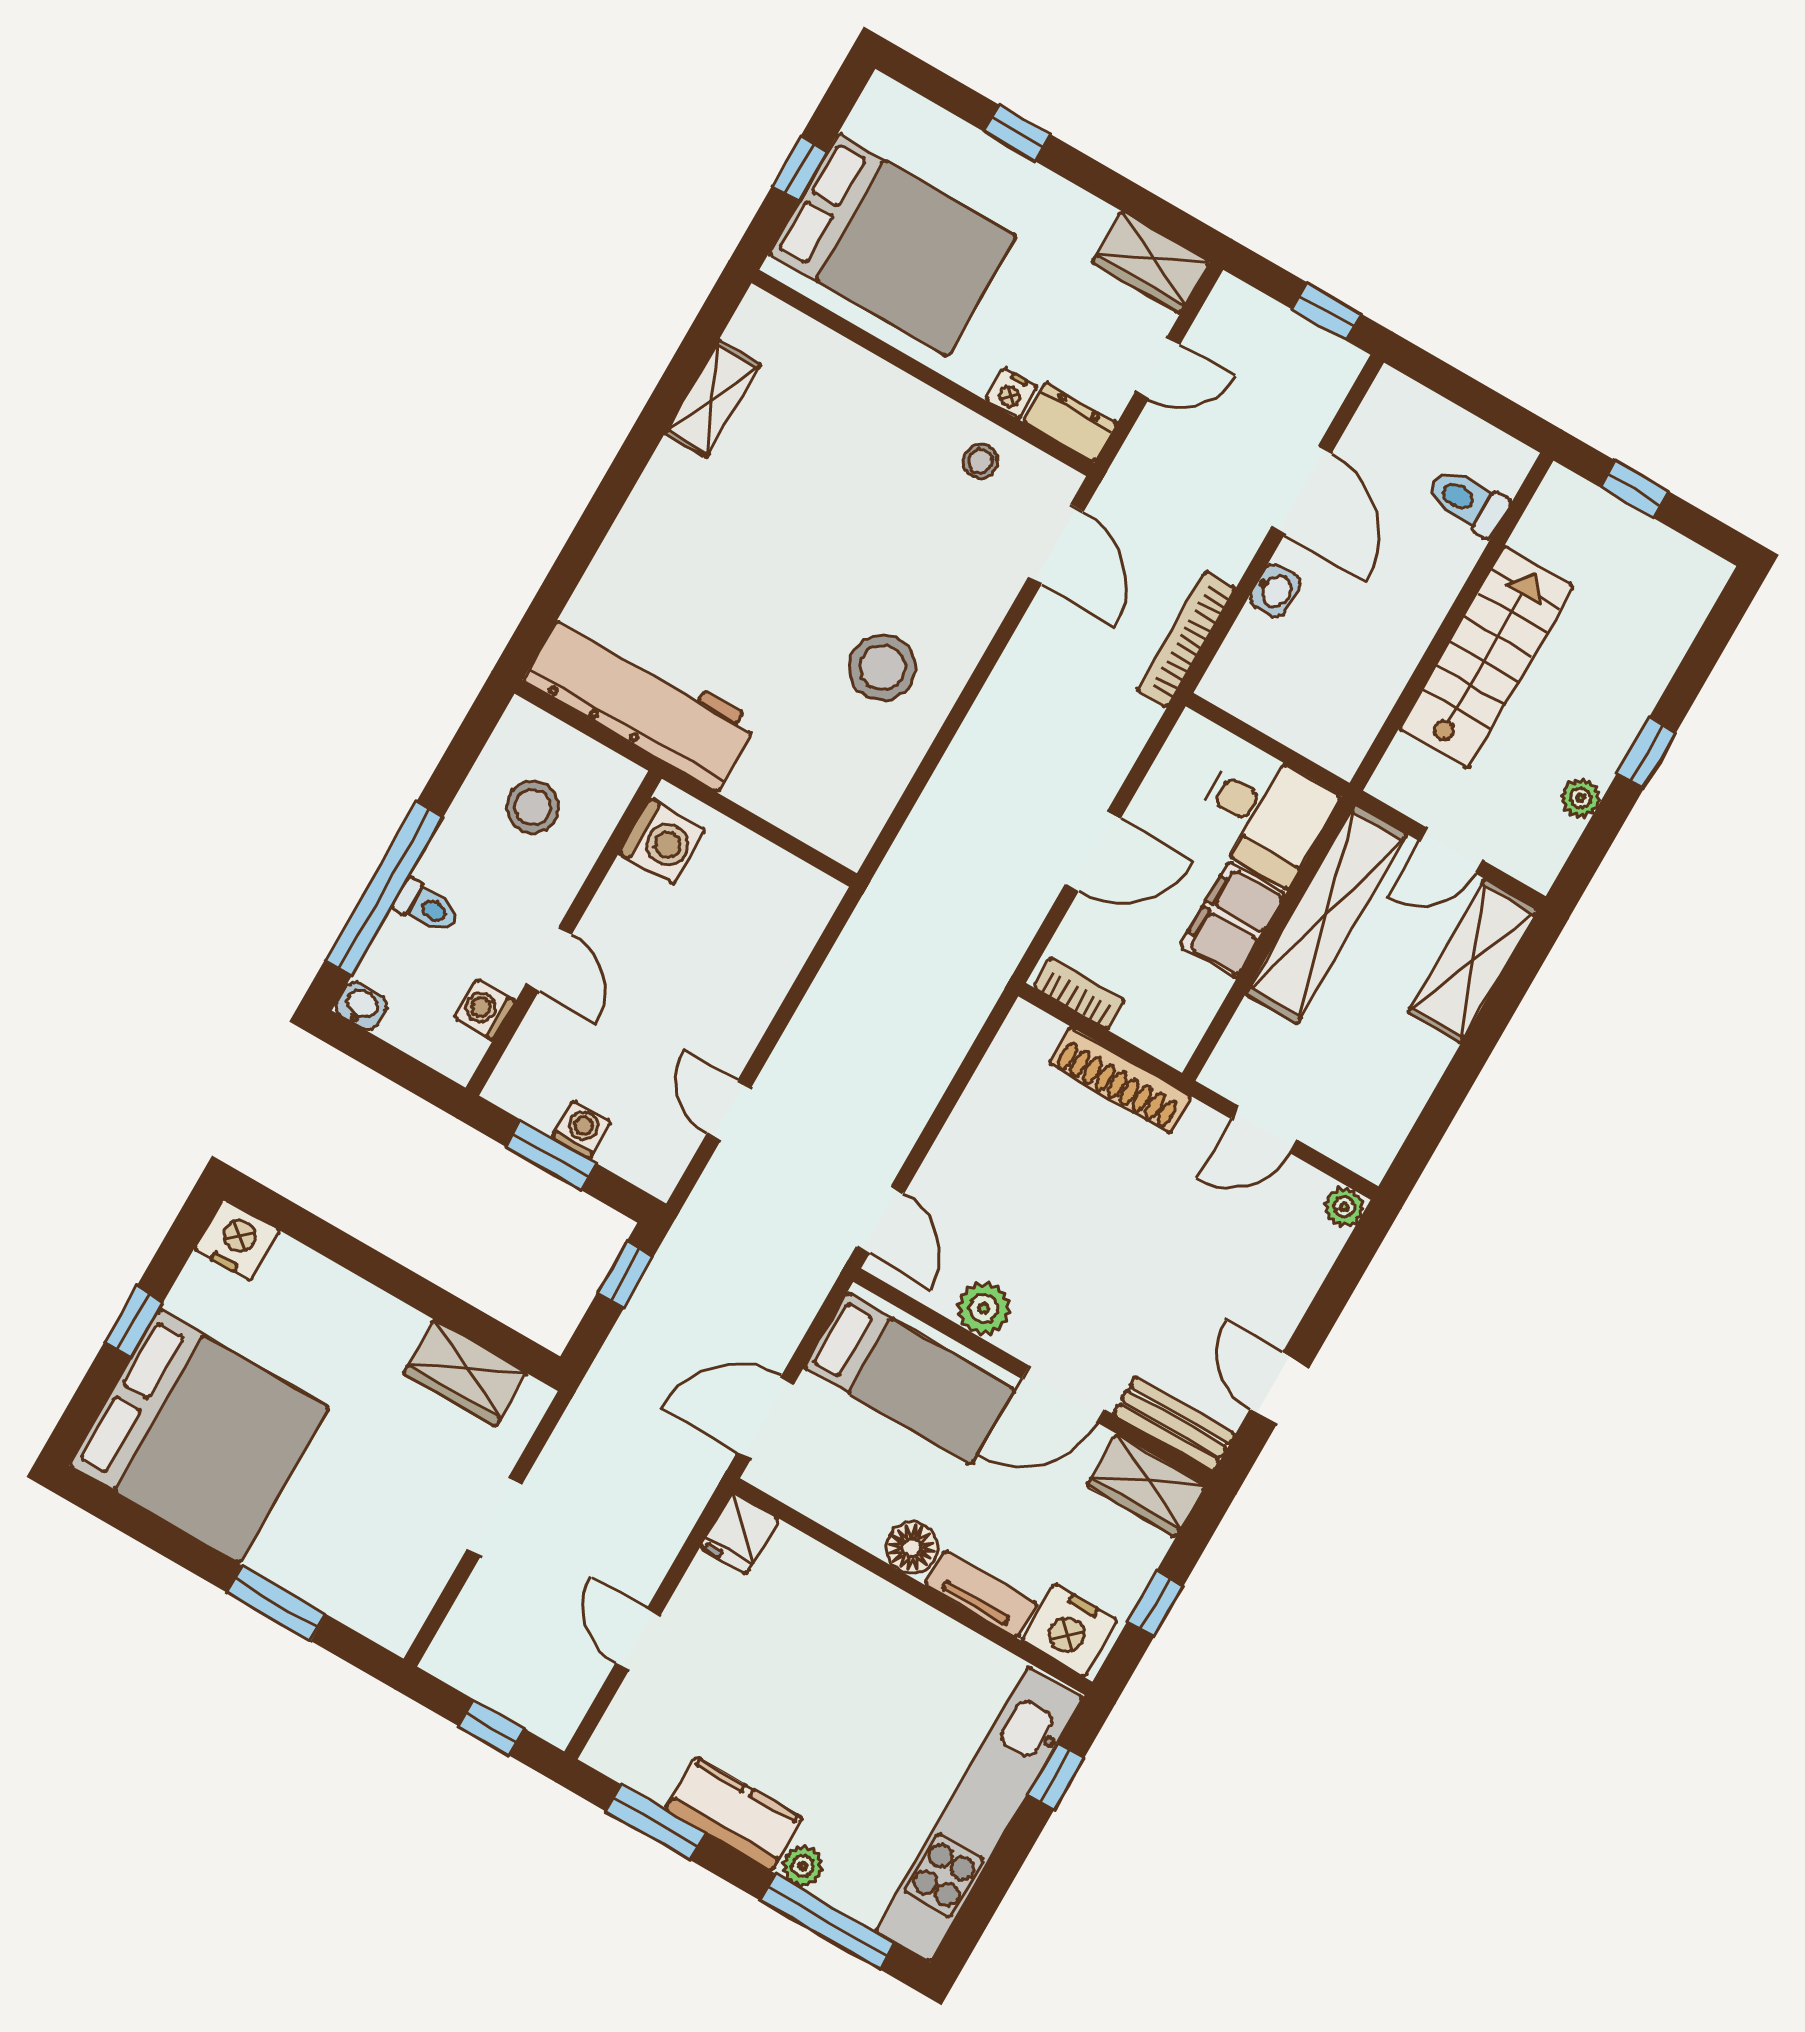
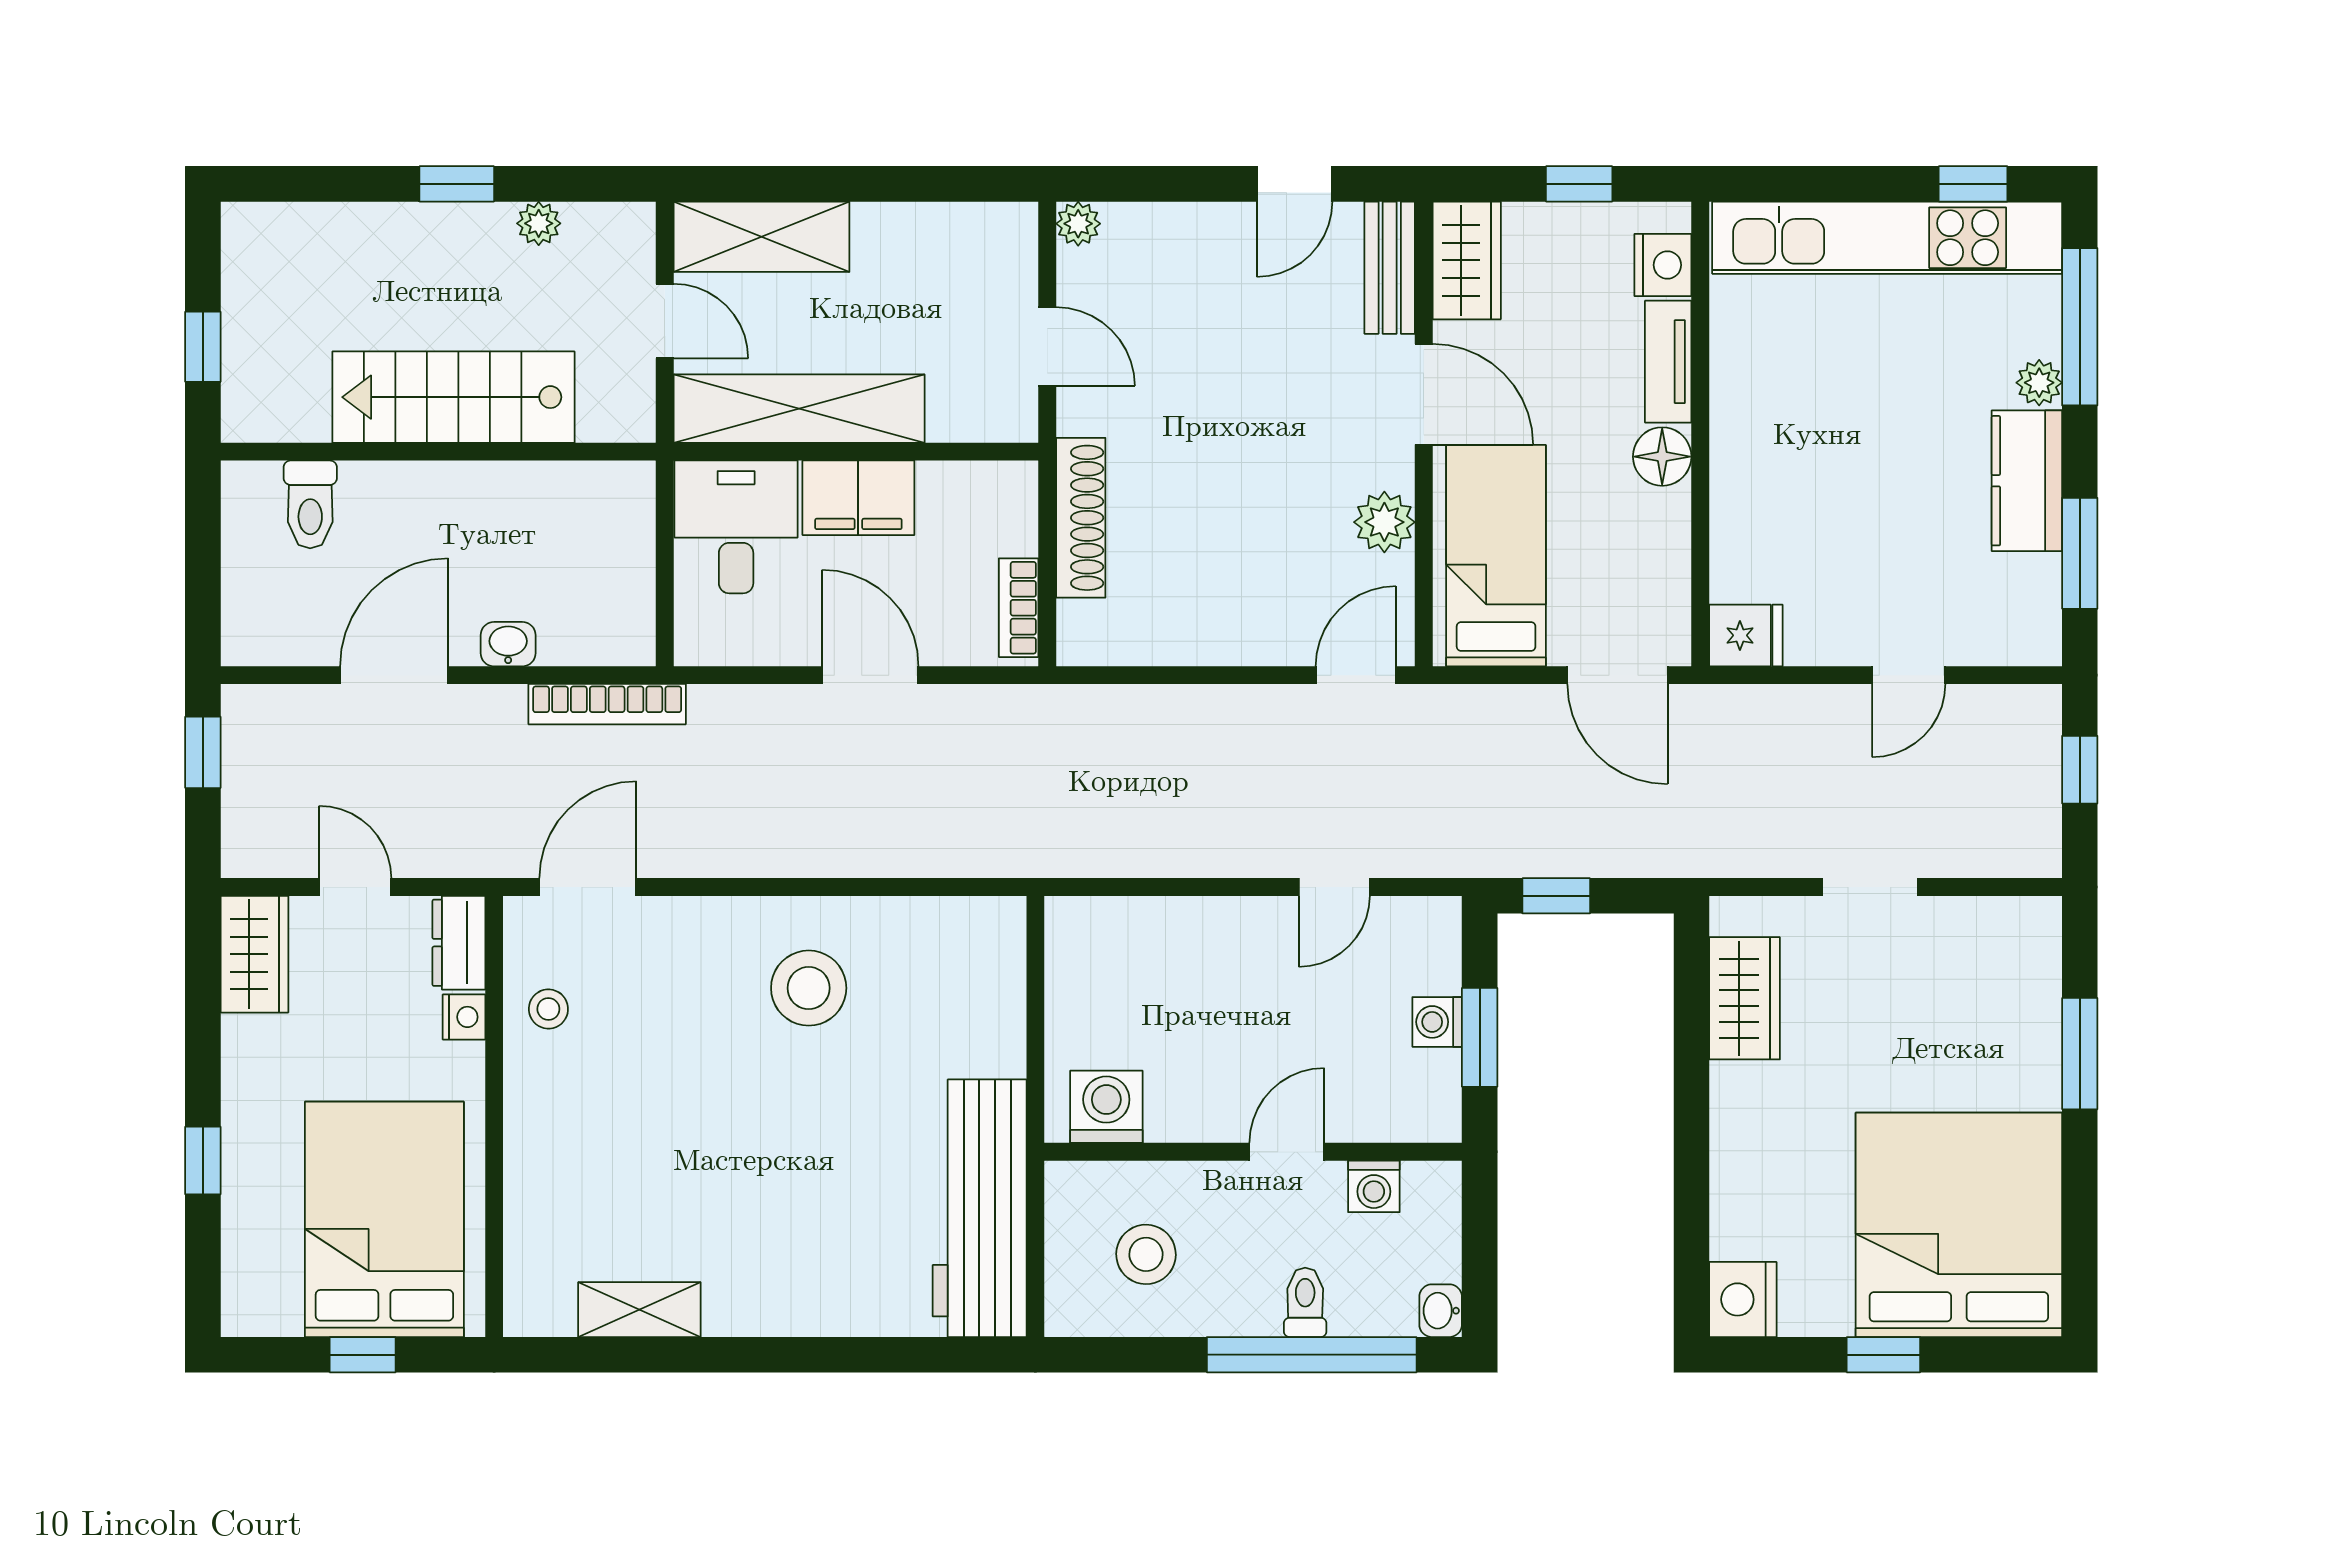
nightstand: (1069, 1630) -> (1663, 265), width x0.74, depth x0.75
window: (1056, 1776) -> (1973, 184), moved

